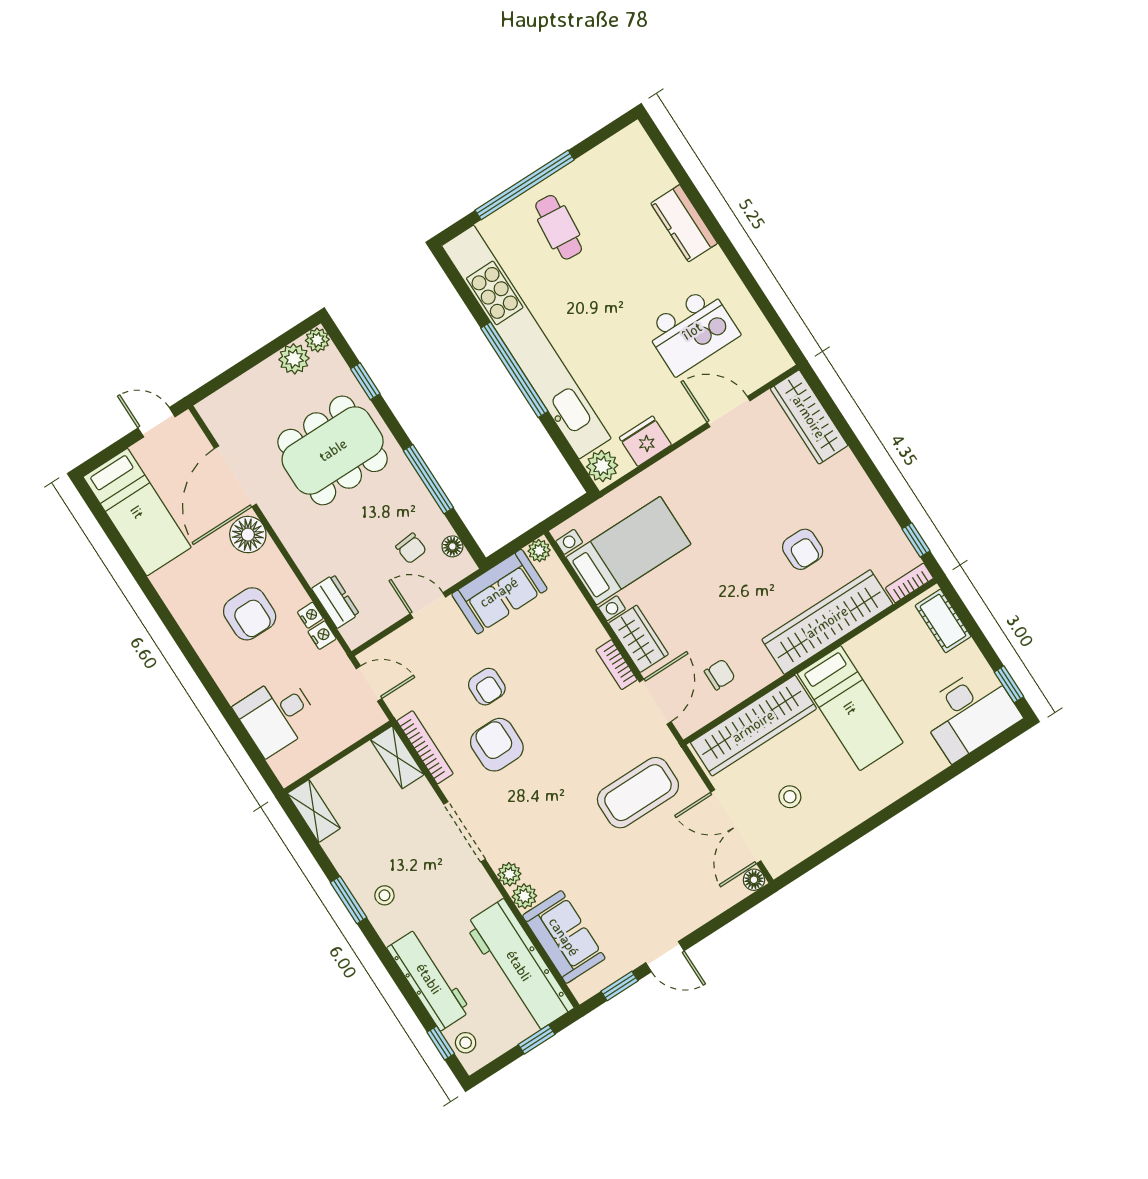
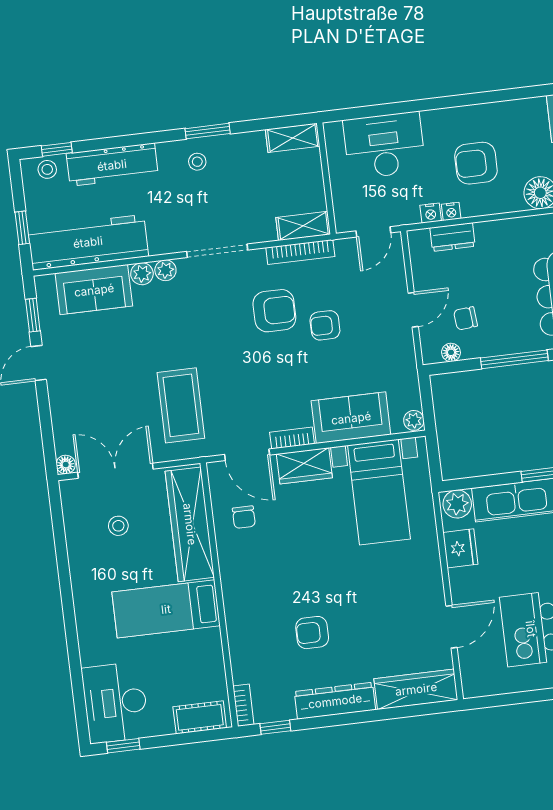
dresser: (860, 493) -> (335, 701), added
sofa: (499, 592) -> (351, 418), moved, turned 90
wardrobe: (827, 622) -> (244, 624), removed
desk: (277, 715) -> (384, 145), width x1.37

